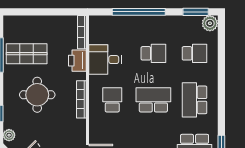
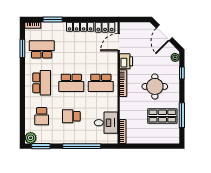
school desk: (195, 53) -> (42, 116), turned -90
desk: (105, 60) -> (106, 123), moved
printer: (77, 61) -> (126, 61), moved
school desk: (112, 100) -> (101, 83), width x1.85

